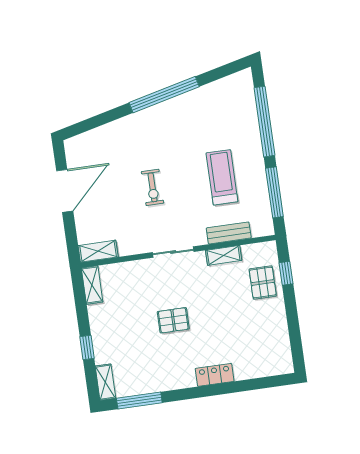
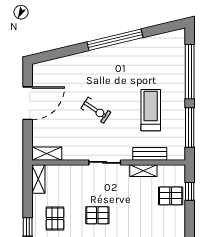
exercise bike: (152, 187) -> (96, 110), turned -56
pallet: (263, 283) -> (171, 196), turned 90
pallet: (120, 332) -> (55, 219), added

